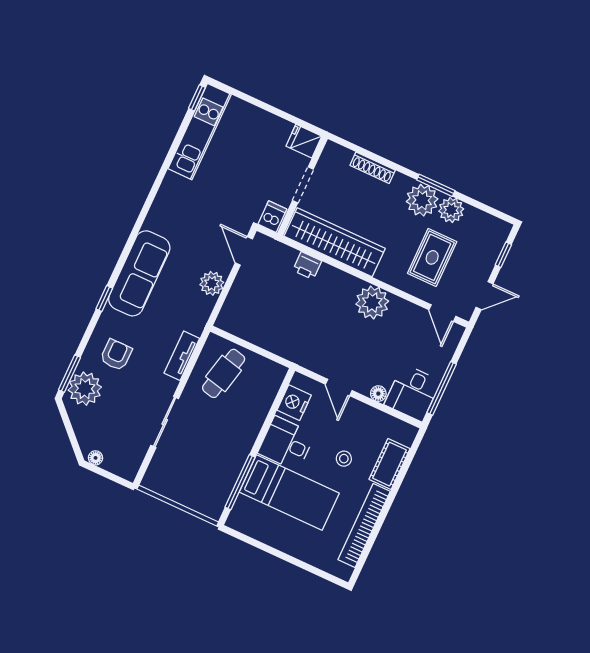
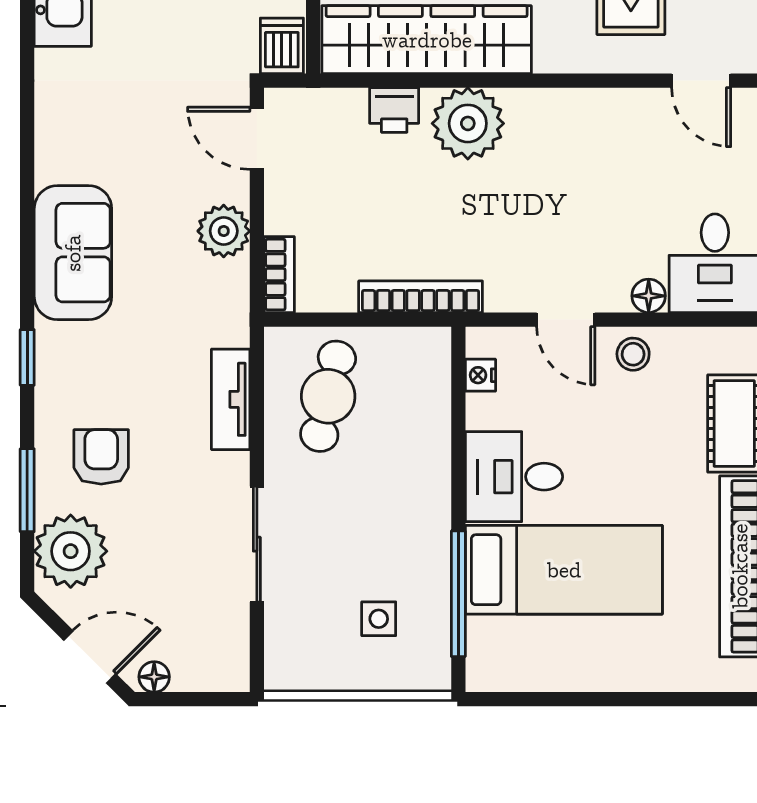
sofa: (139, 273) -> (73, 253), width x0.73
plant: (372, 303) -> (468, 123), moved
bookcase: (227, 313) -> (279, 275), added
bookcase: (282, 349) -> (421, 297), added
window: (70, 374) -> (27, 490), moved
nightstand: (294, 403) -> (480, 375), width x0.53, depth x0.56
door: (72, 437) -> (90, 657), added
stool: (344, 459) -> (633, 354), moved
side table: (202, 477) -> (379, 619), added

